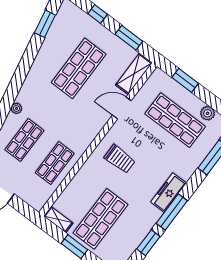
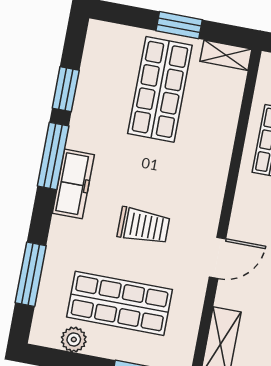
door: (122, 108) -> (217, 258), moved
trolley: (120, 159) -> (144, 226), moved, turned 180

